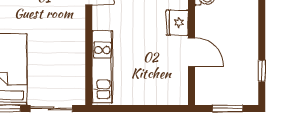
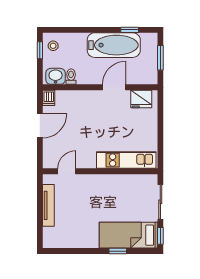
fridge: (177, 23) -> (141, 99), moved
bathtub: (243, 51) -> (114, 45), added

